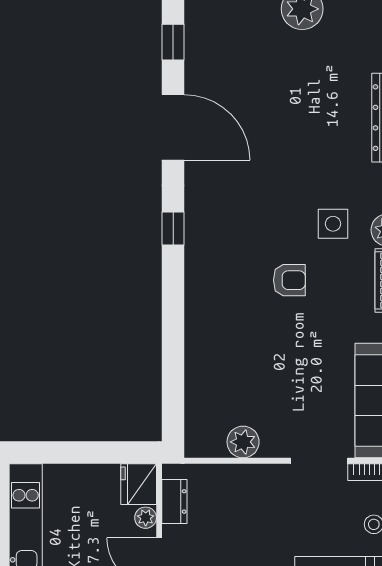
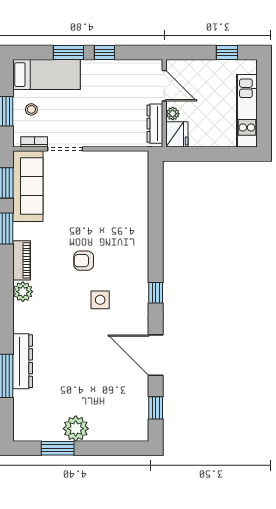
side table: (333, 224) -> (100, 300), moved
plant: (243, 442) -> (112, 160), removed
dresser: (174, 501) -> (155, 124), width x1.44

